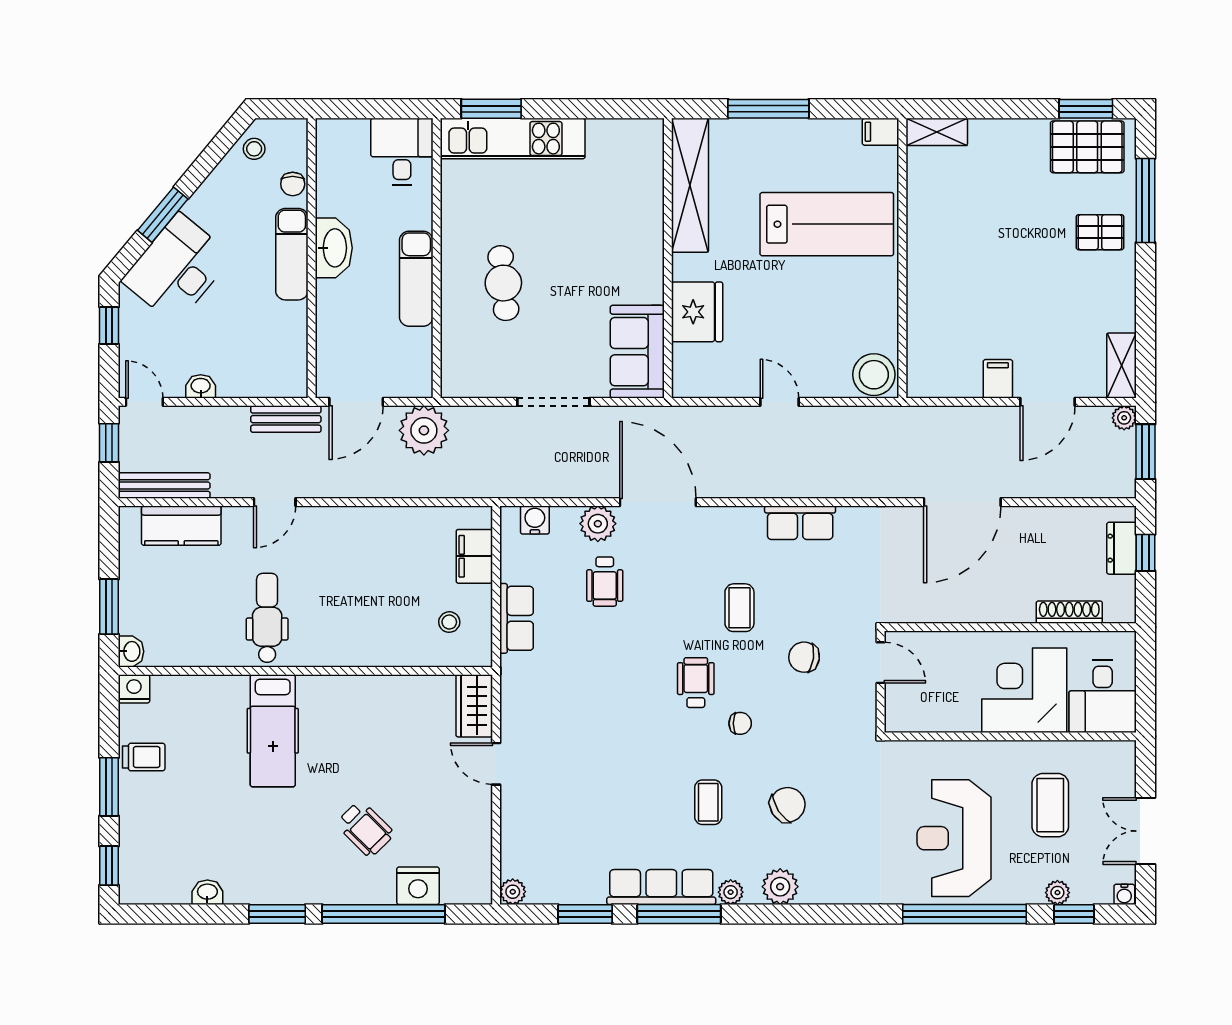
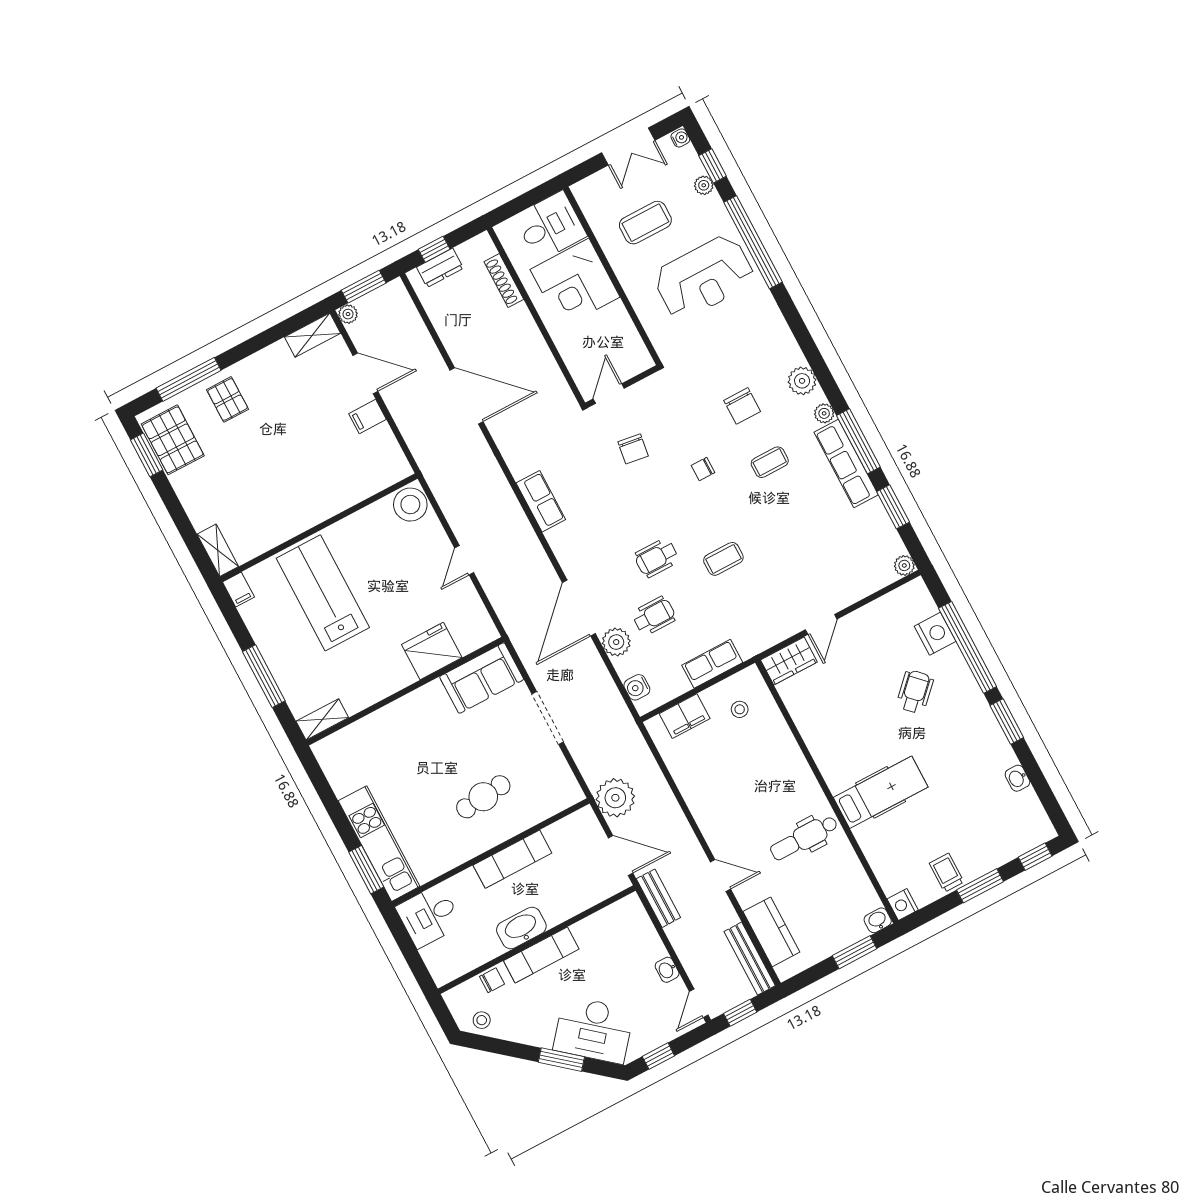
shelving: (690, 185) -> (322, 719), width x0.45, depth x0.75
coffee table: (739, 608) -> (723, 559), moved
wheelchair: (696, 683) -> (656, 558), moved
chair: (740, 723) -> (703, 469), turned -90
chair: (788, 805) -> (742, 406), turned -147

